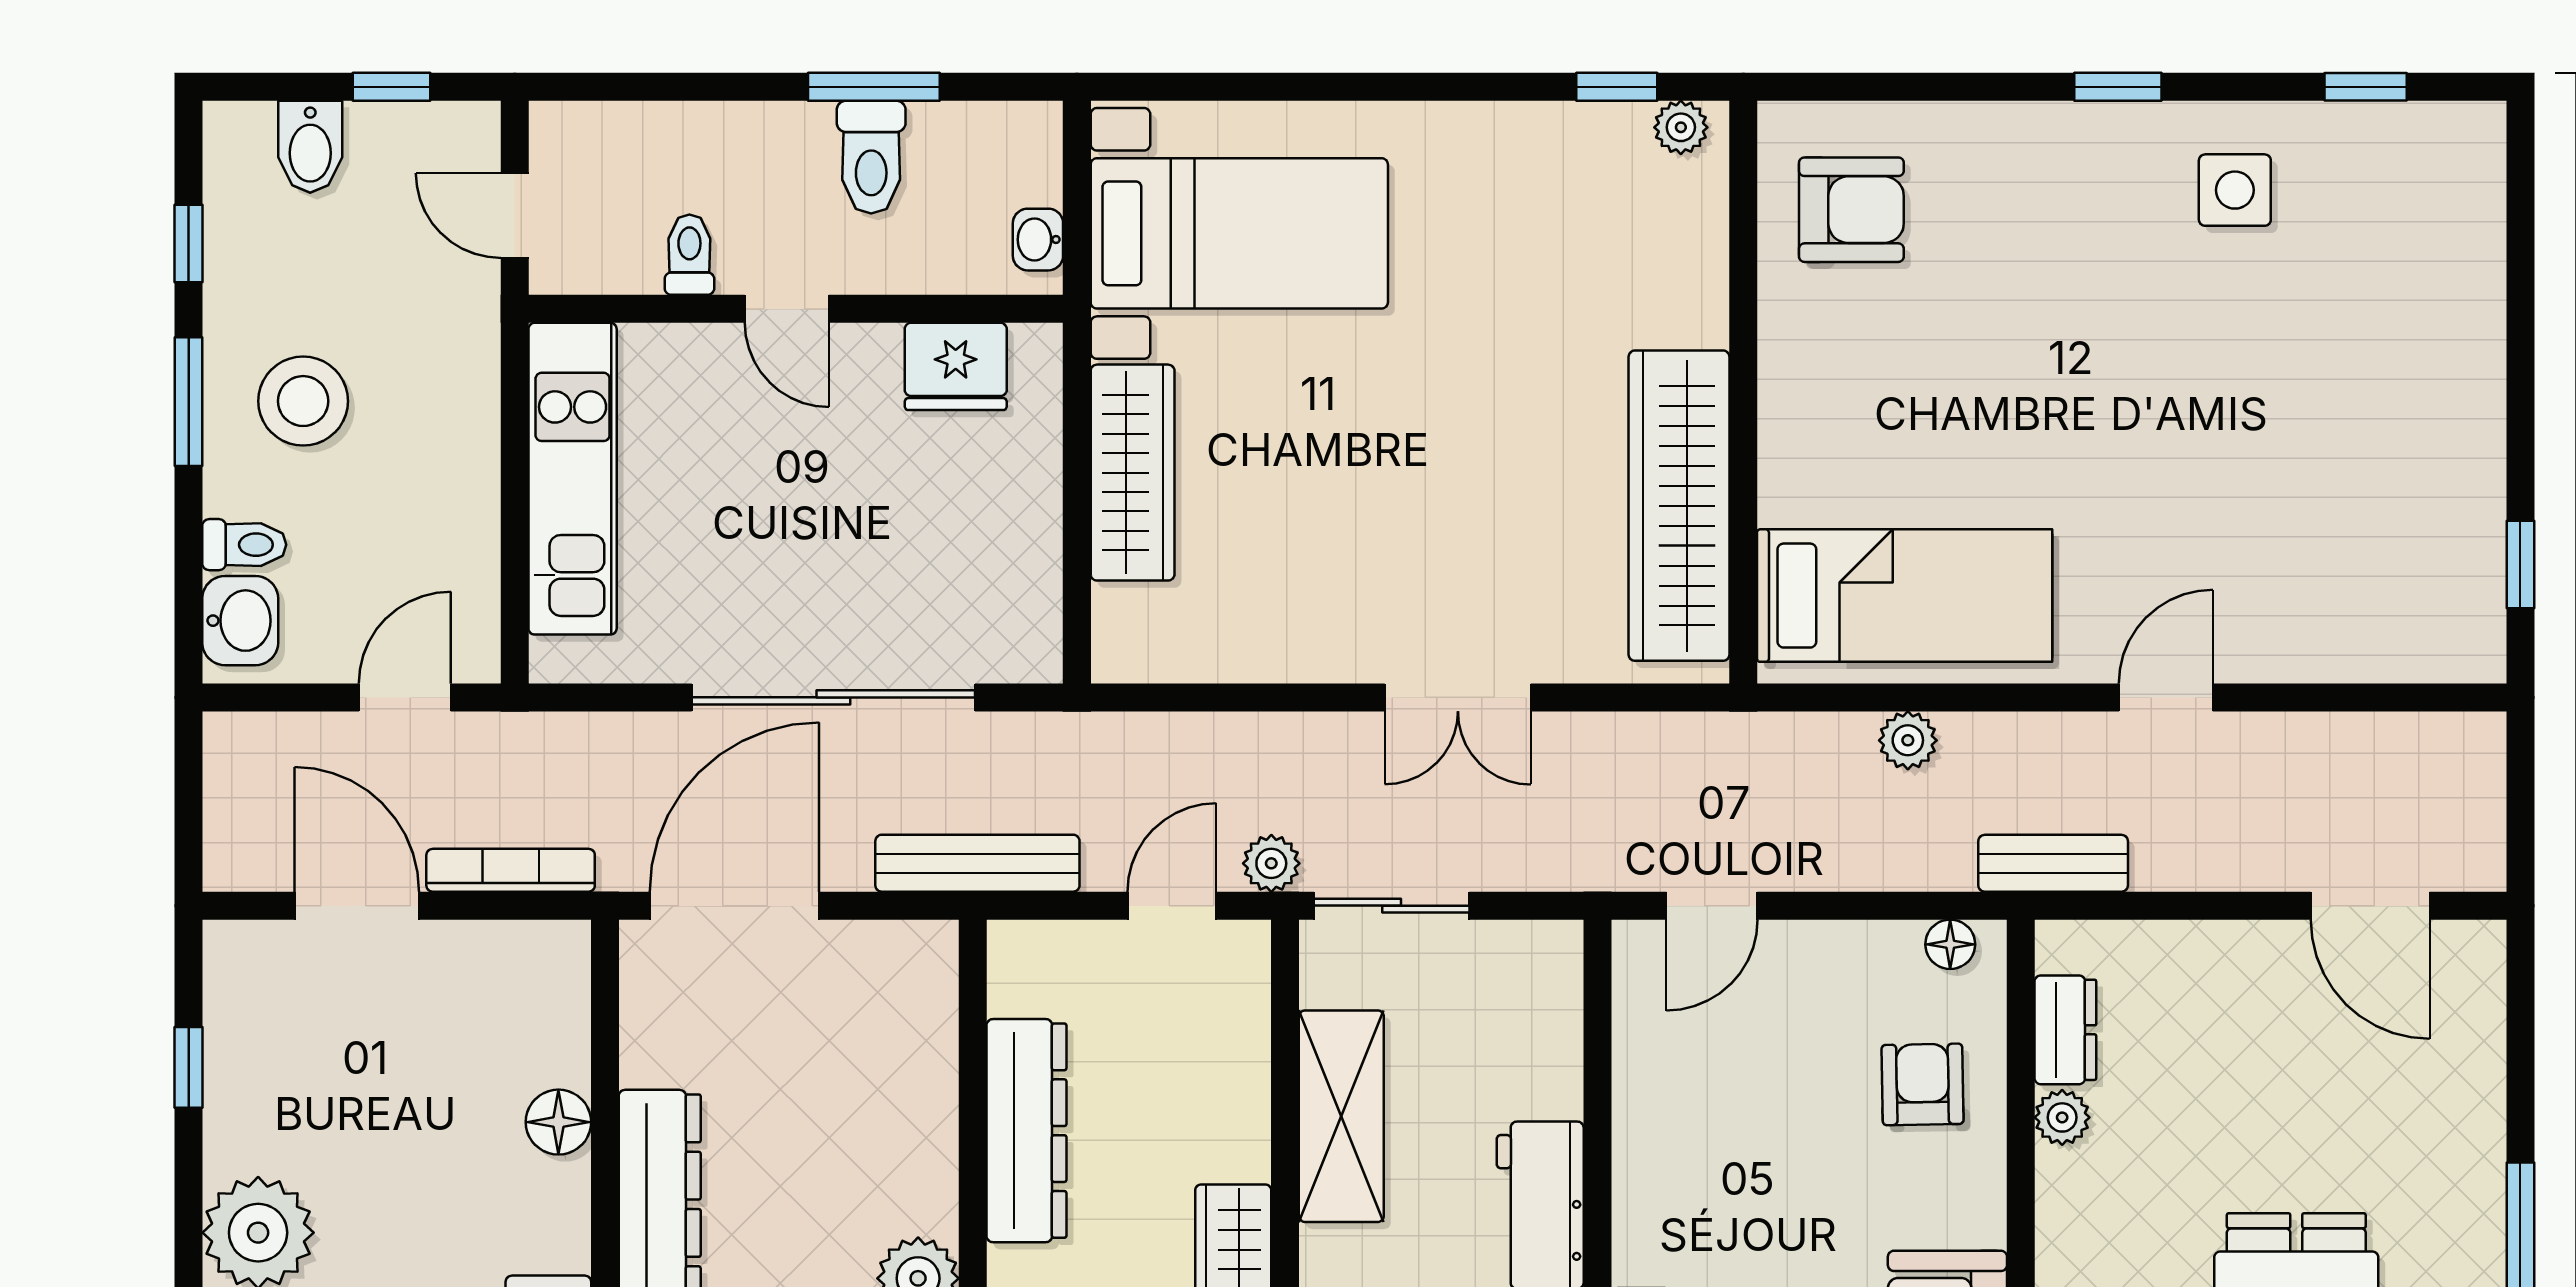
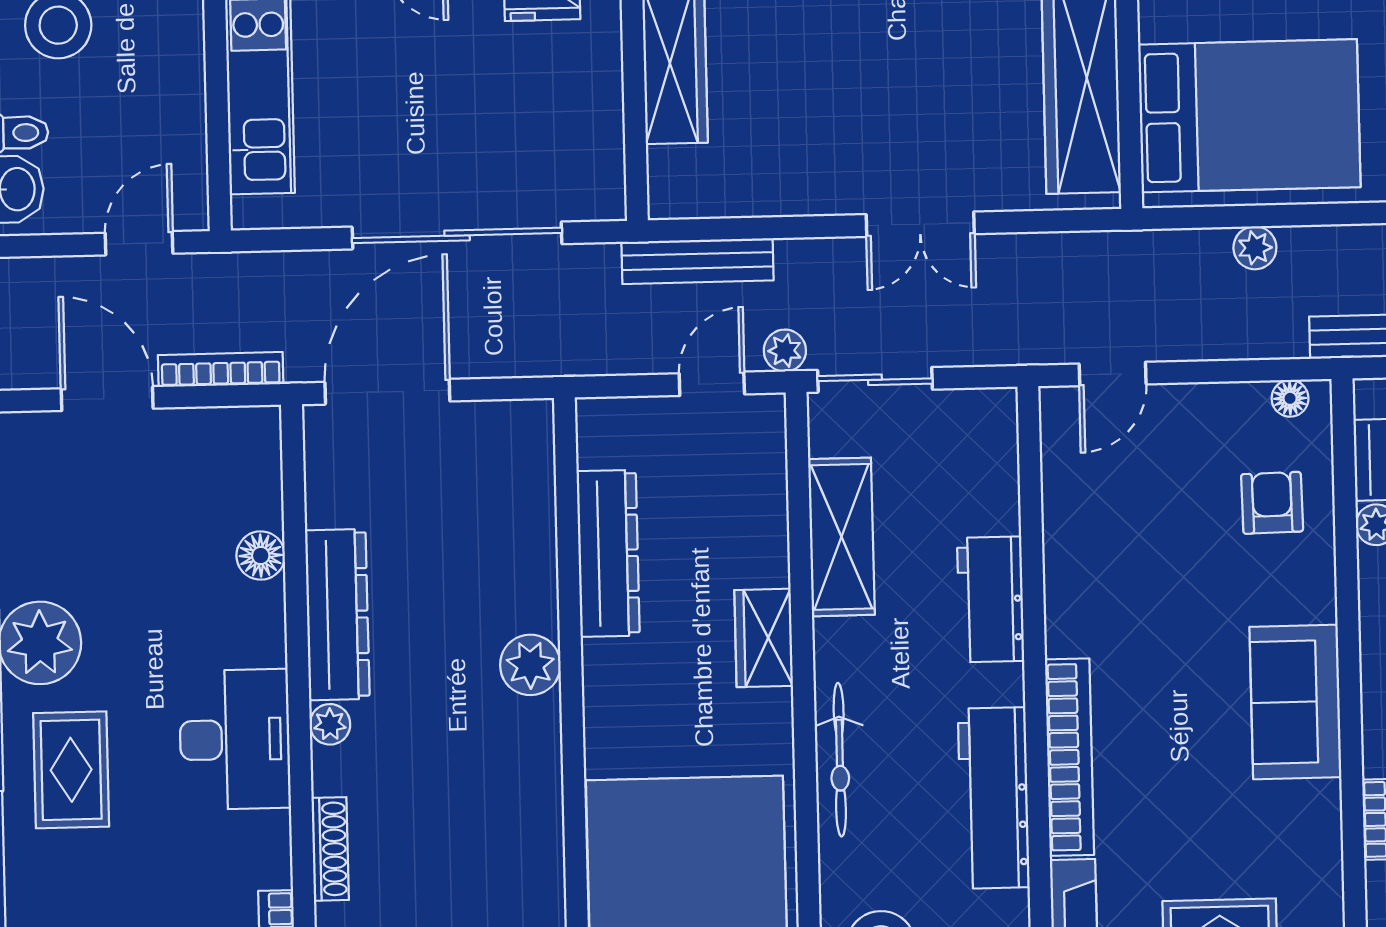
bed: (1905, 596) -> (1249, 116), width x1.50
bench: (977, 863) -> (697, 261), moved

